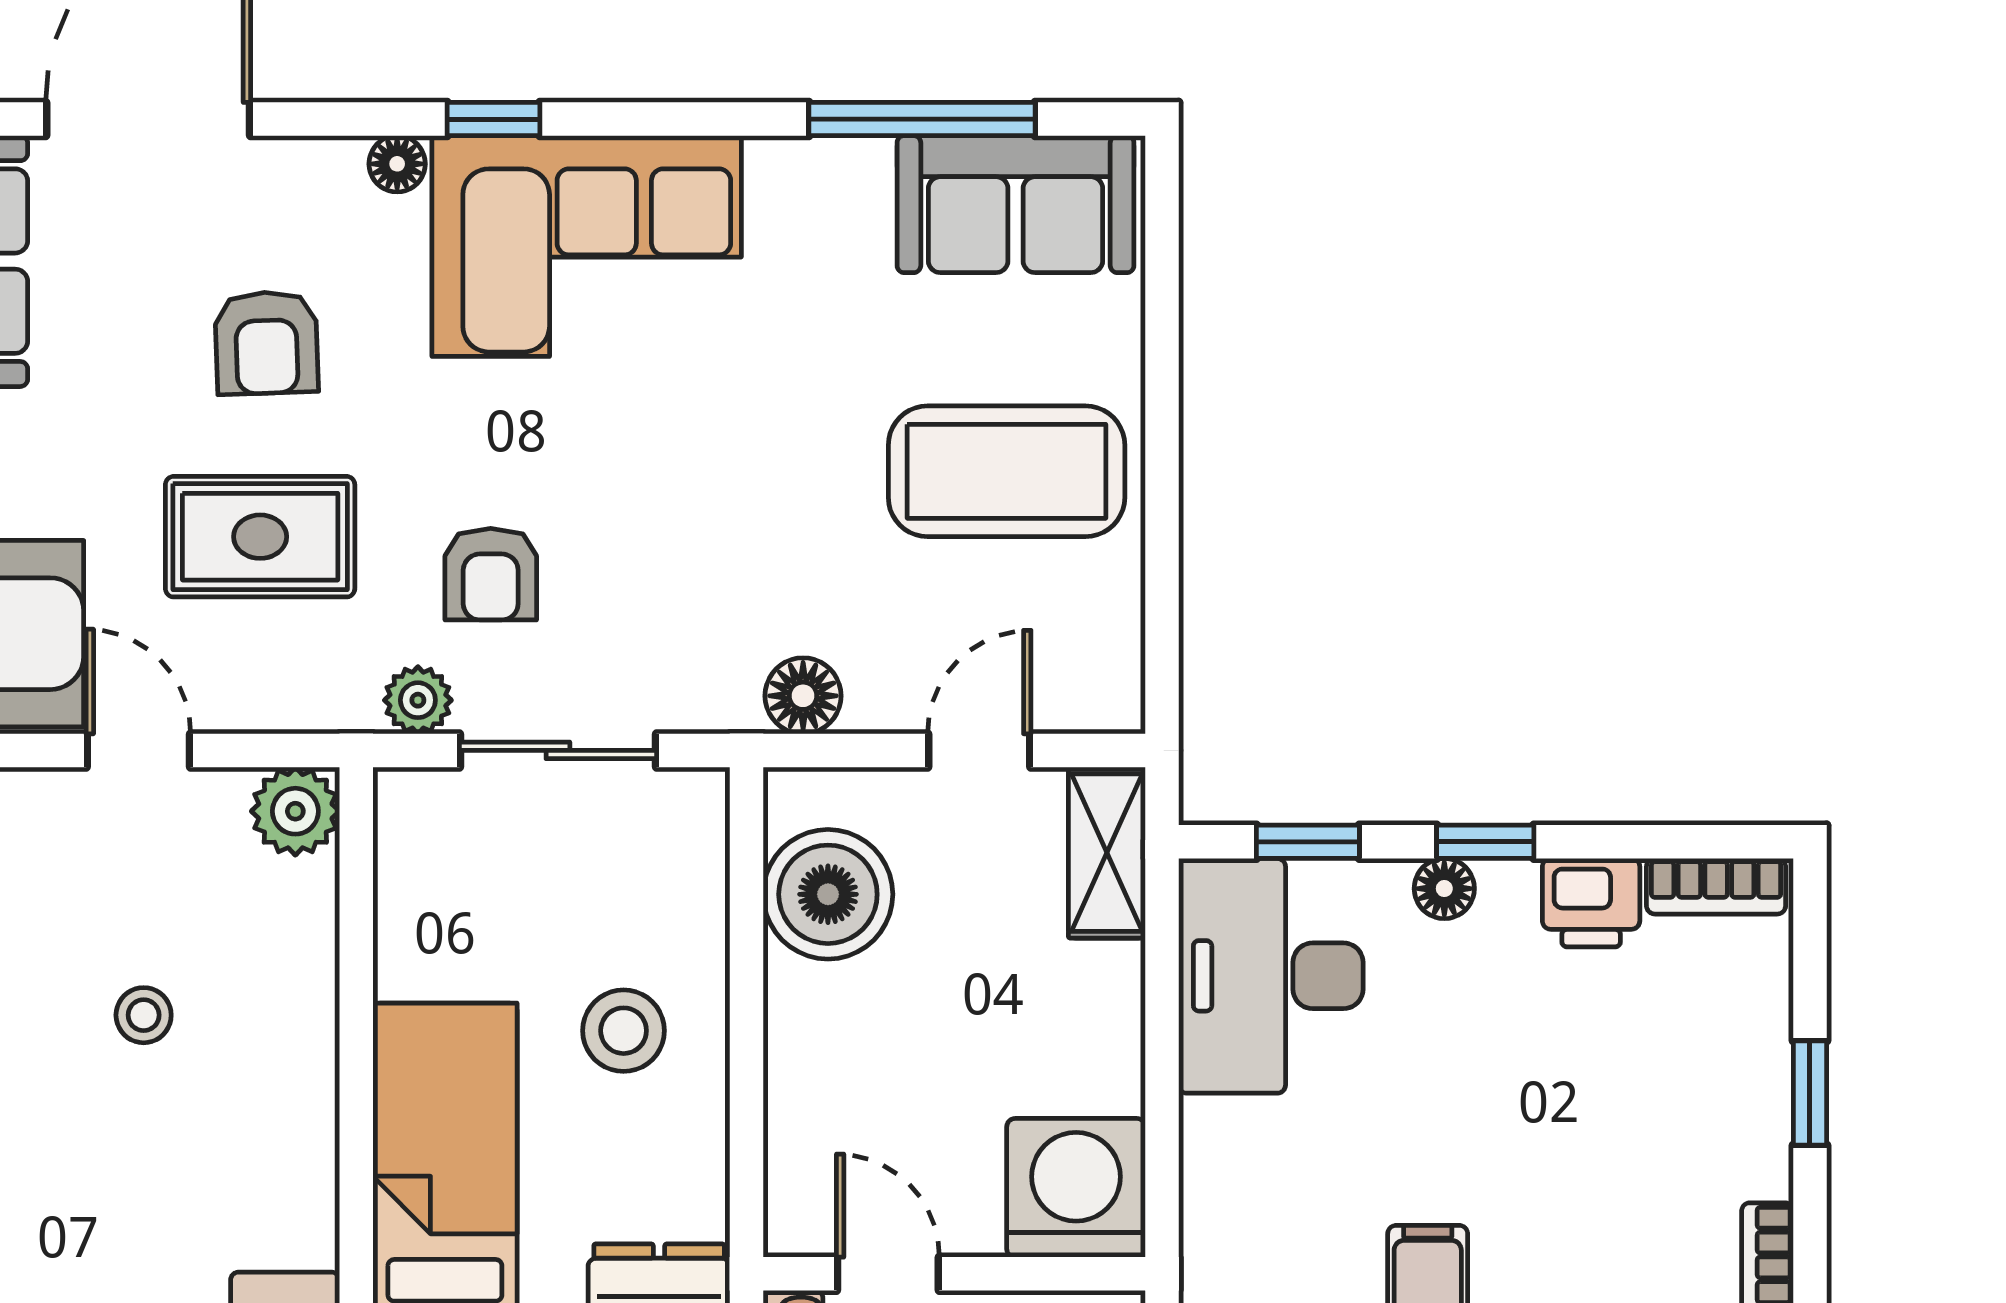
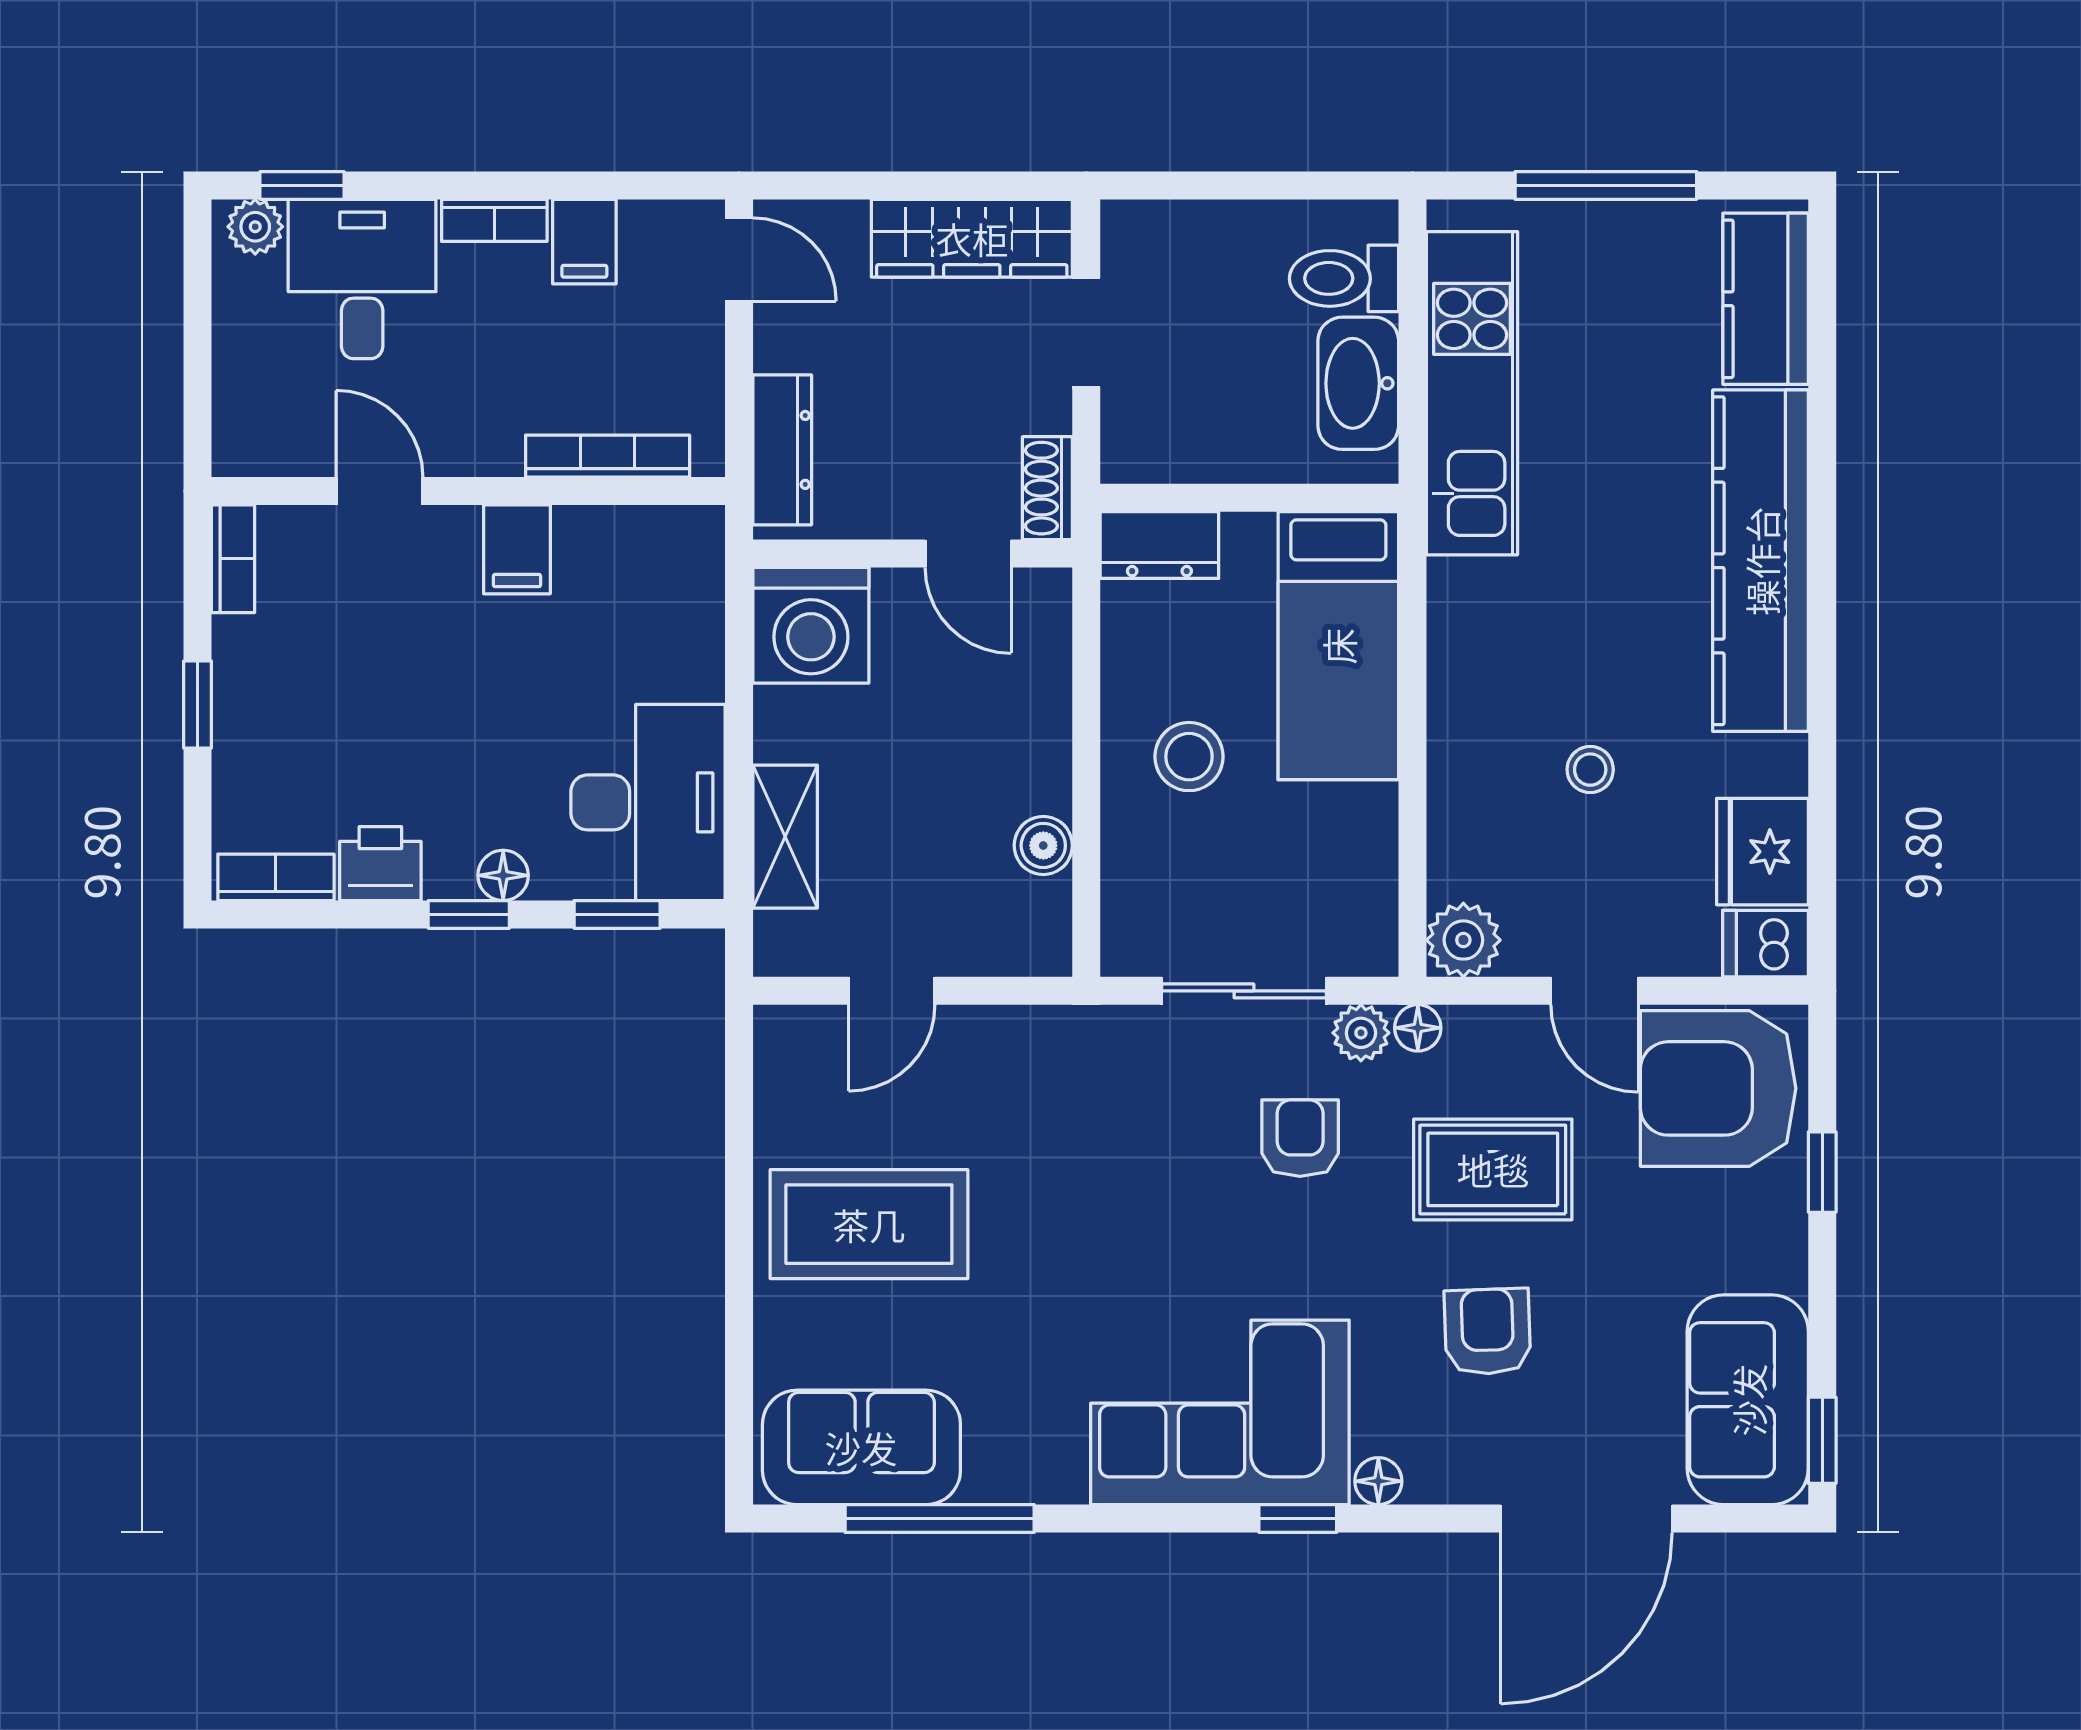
floor lamp: (803, 696) -> (1418, 1028), moved, width x0.73, depth x0.73
shelving: (1107, 853) -> (785, 837), moved
boiler: (828, 894) -> (1043, 845), width x0.54, depth x0.54

